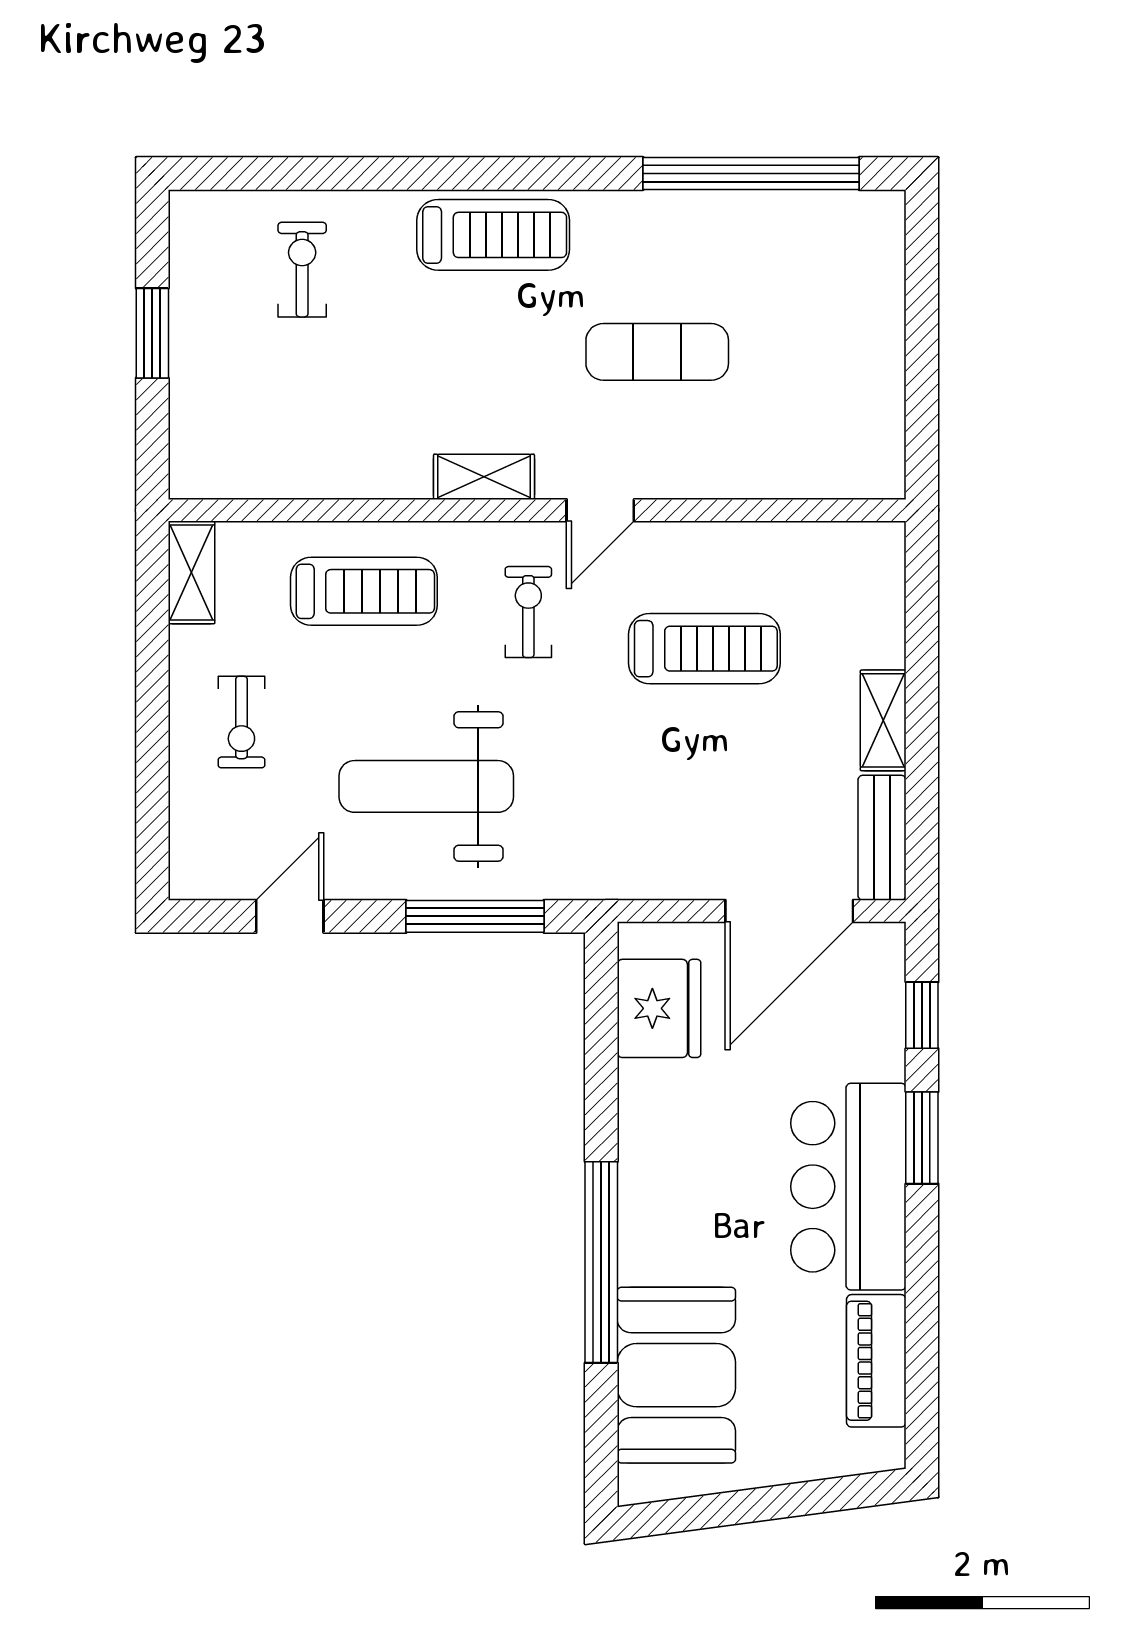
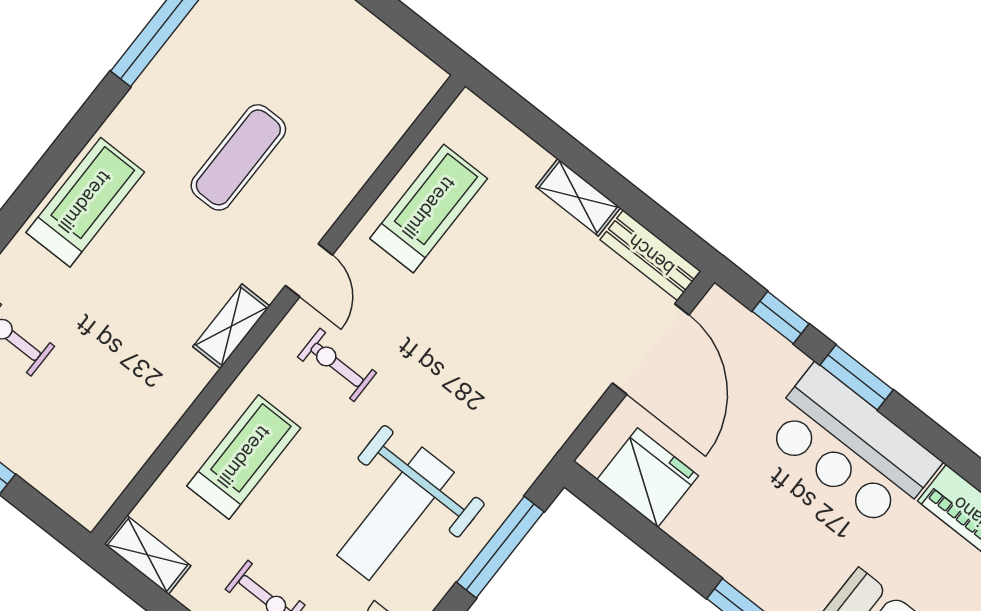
treadmill: (704, 649) -> (429, 208), moved

